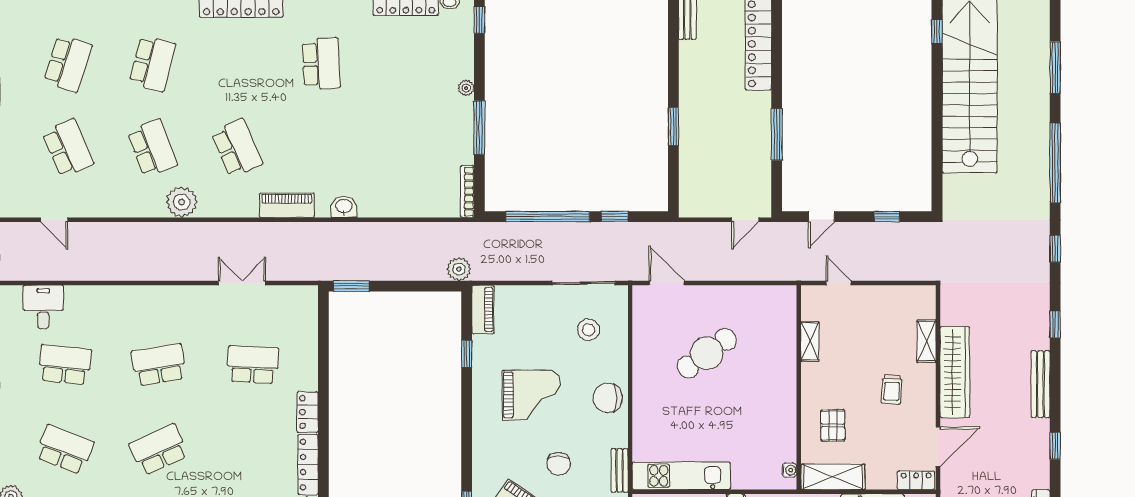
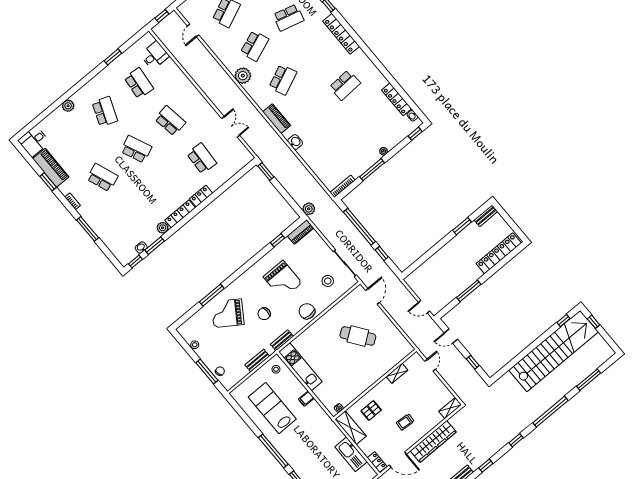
window: (673, 126) -> (462, 226), moved
shelving: (926, 341) -> (450, 408), moved

